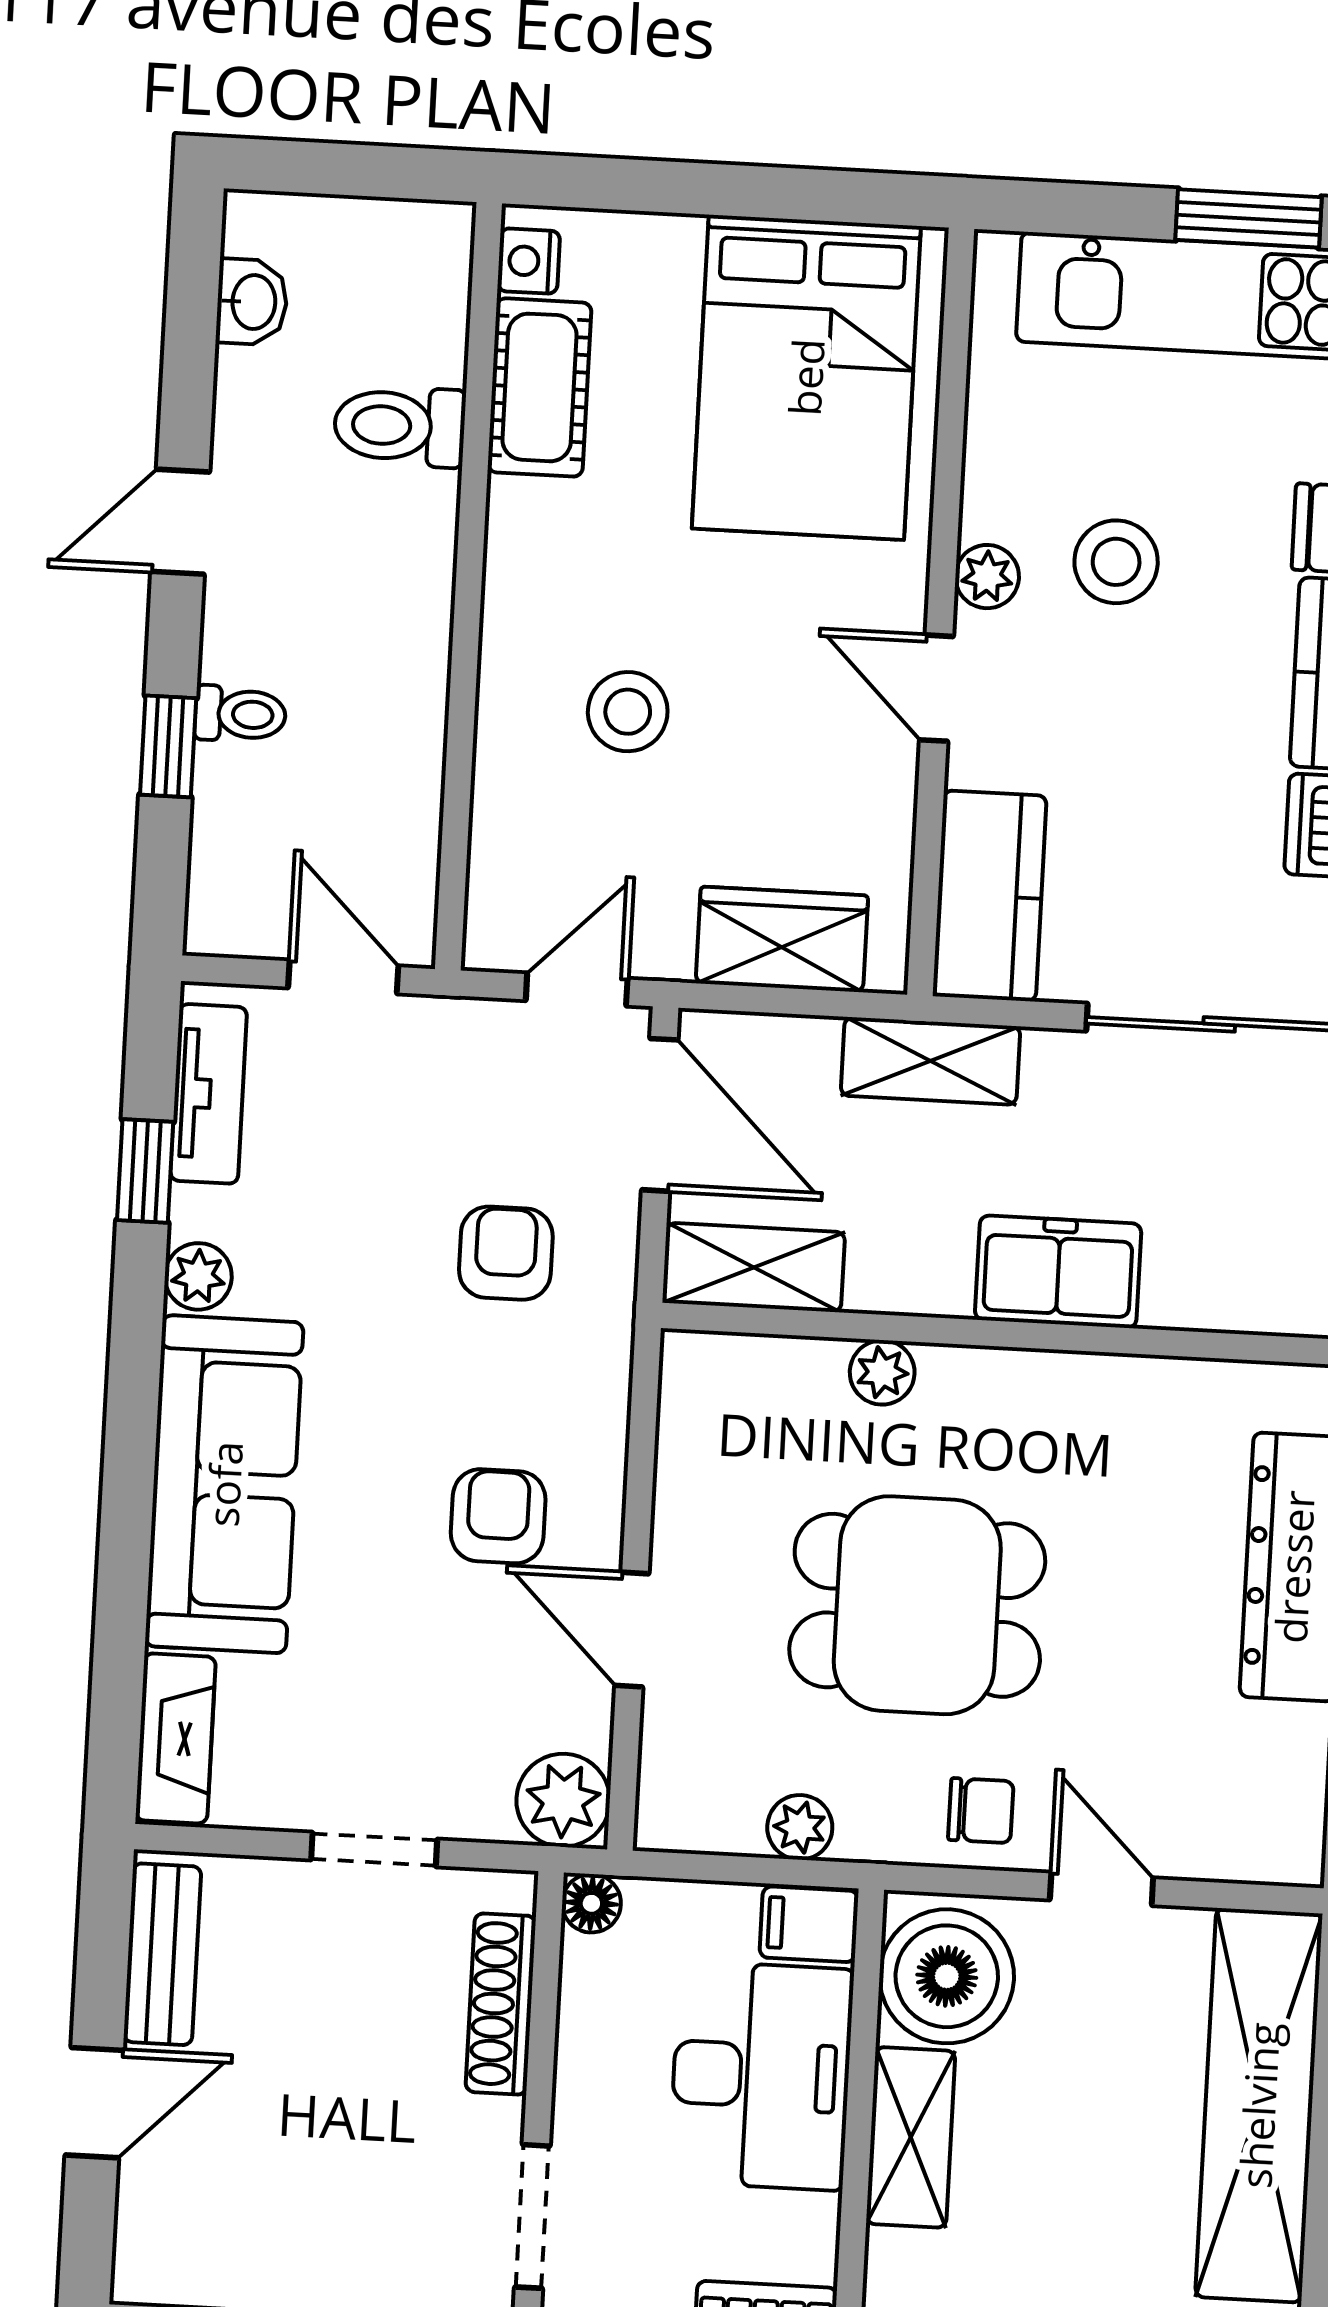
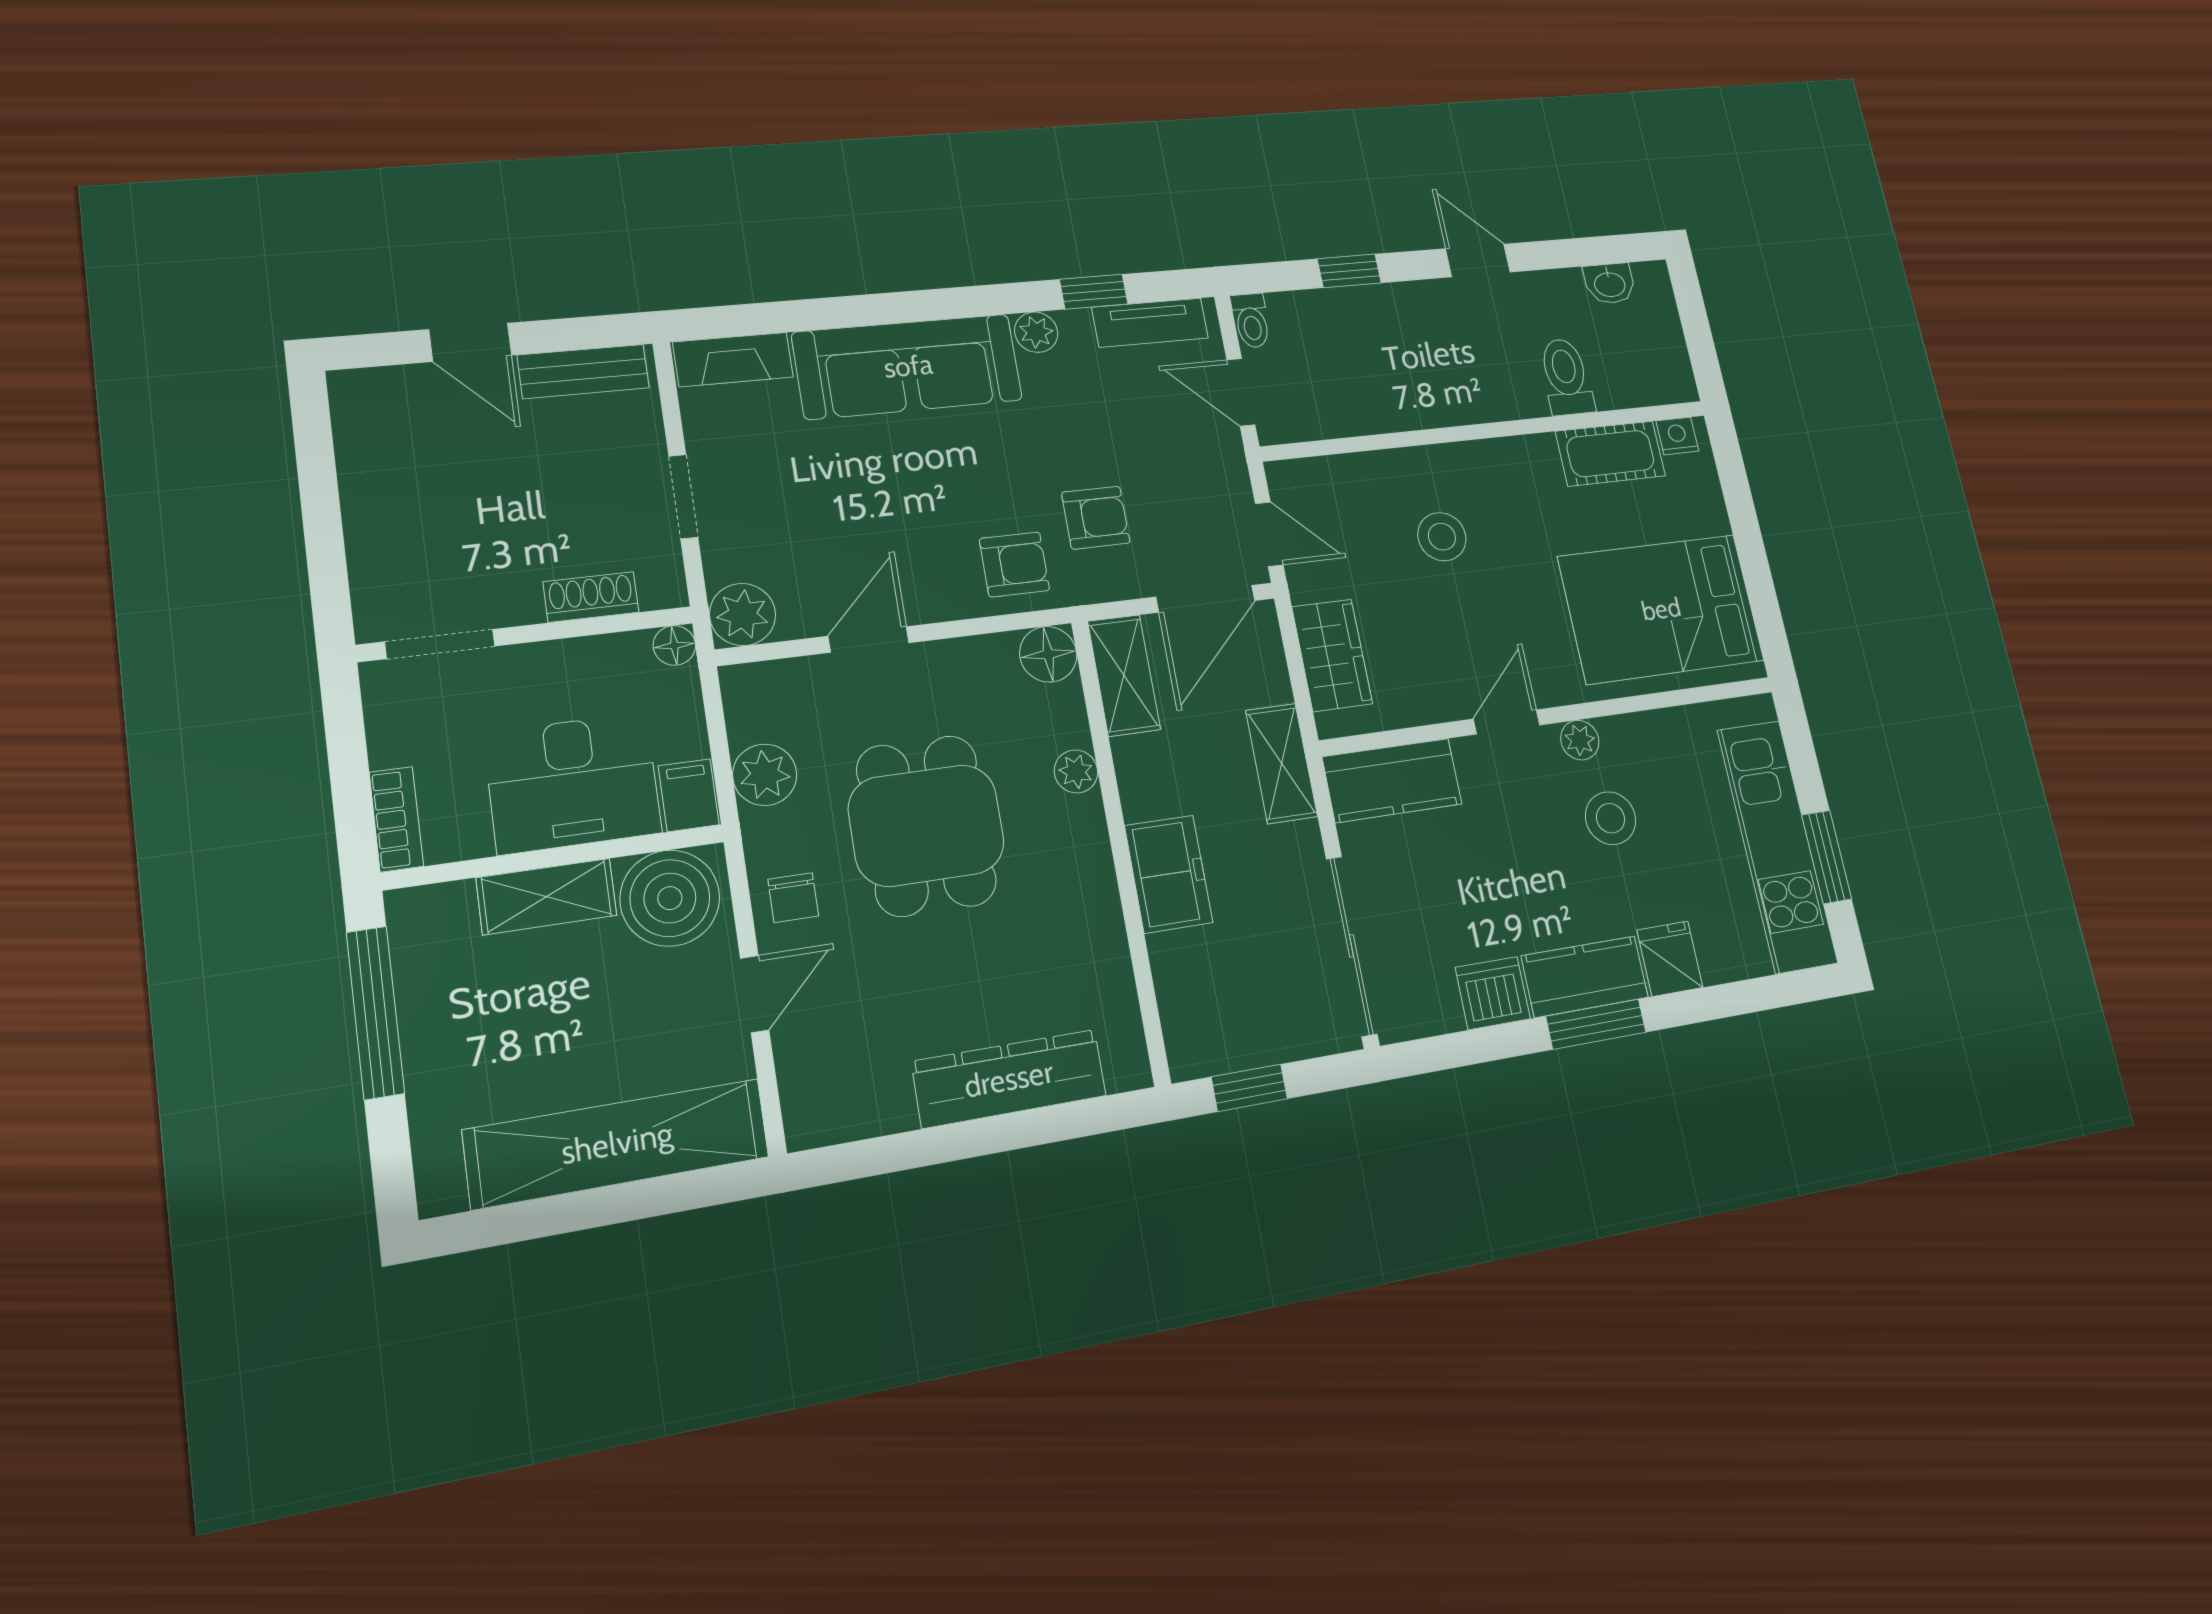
toilet: (240, 714) -> (1251, 321), moved
door: (343, 977) -> (1241, 392), swing flipped
floor lamp: (701, 1373) -> (1048, 654), added
armchair: (498, 1516) -> (1015, 564), moved
plant: (800, 1827) -> (765, 775), width x1.38, depth x1.38
shoe rack: (501, 2004) -> (591, 597), width x0.70

